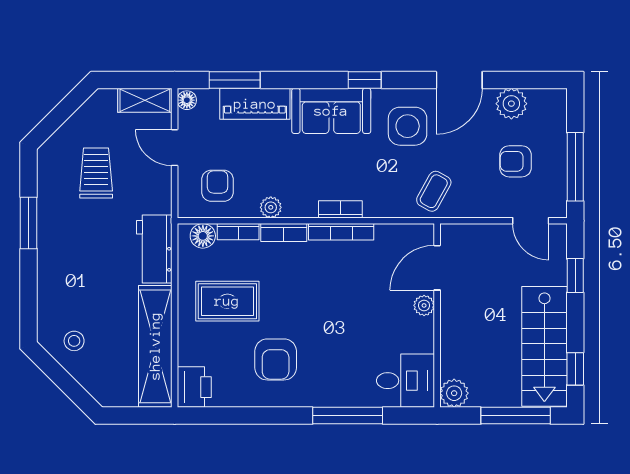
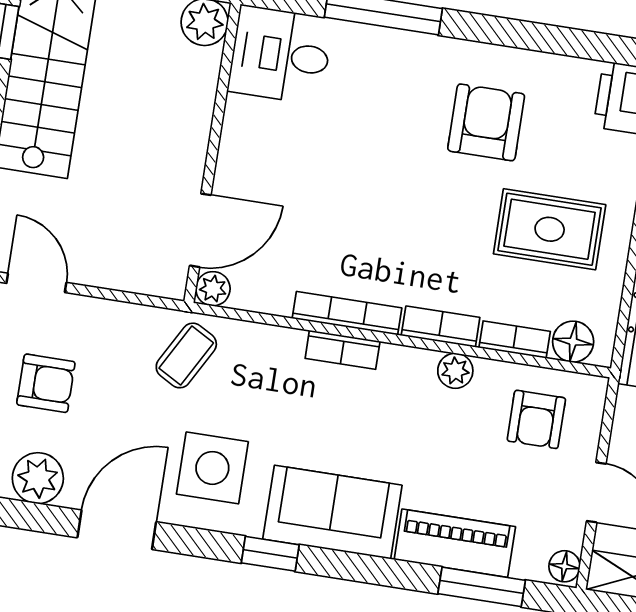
plant: (424, 305) -> (213, 289), moved

